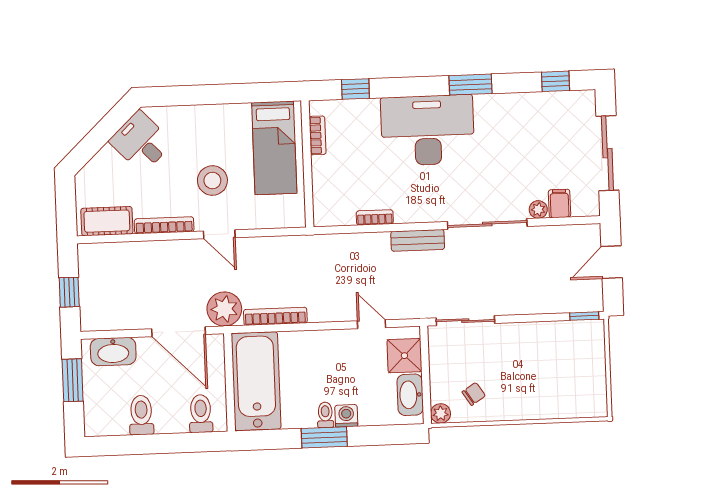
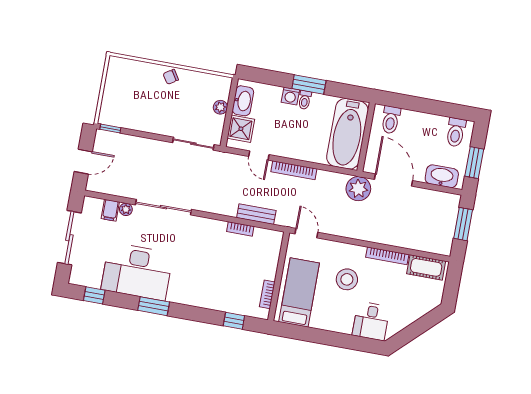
desk: (428, 130) -> (137, 271), moved
desk: (141, 142) -> (371, 321), moved, turned 44
door: (219, 234) -> (306, 233), moved
bench: (418, 240) -> (256, 214), moved
window: (69, 292) -> (463, 224), width x1.50
bookcase: (275, 316) -> (294, 170), moved
chair: (474, 394) -> (171, 77), moved
plant: (441, 413) -> (220, 107), moved
toilet: (141, 415) -> (456, 132), moved

